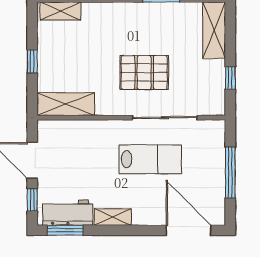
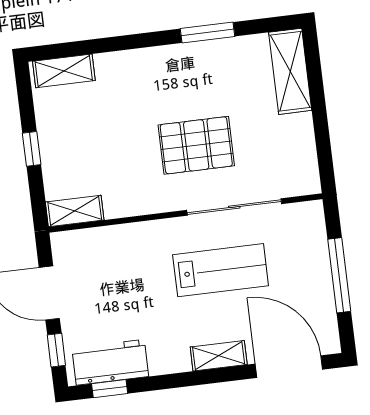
window: (230, 78) -> (322, 138), removed
shelving: (66, 104) -> (75, 211), width x0.67, depth x0.75
shelving: (113, 217) -> (219, 356), moved
window: (65, 230) -> (110, 389), width x0.67

